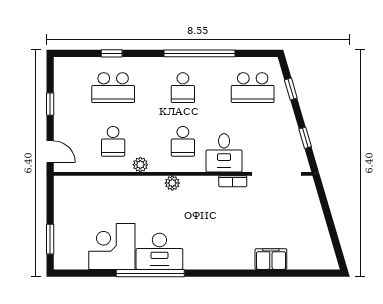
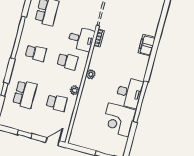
filing cabinet: (271, 259) -> (147, 45), moved

